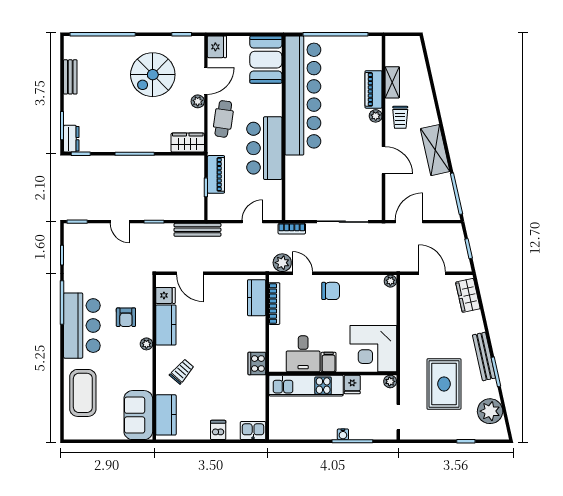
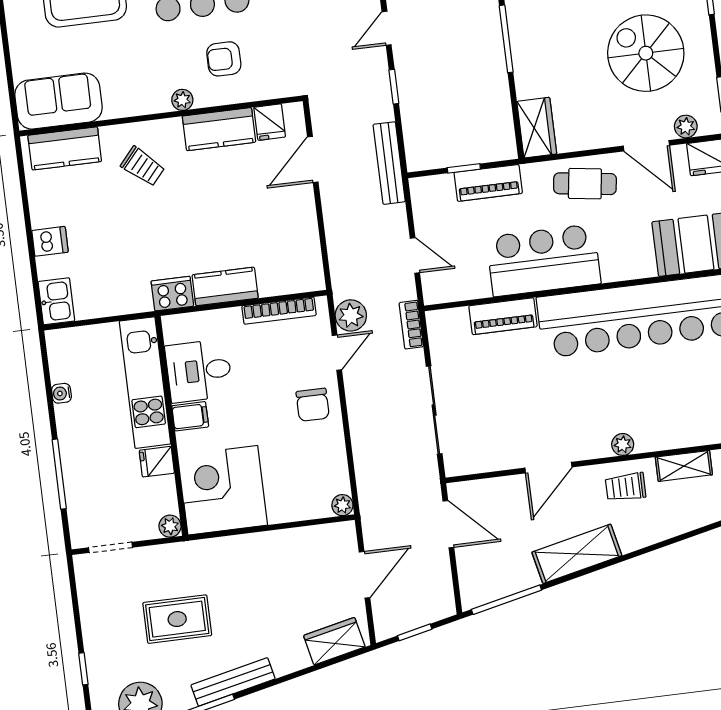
piano: (374, 89) -> (503, 316), moved, turned 180
plant: (198, 101) -> (686, 127), moved
kitchen counter: (257, 298) -> (225, 286), moved
rug: (444, 384) -> (177, 619), width x0.73, depth x0.70
water cooler: (343, 434) -> (61, 393), moved

